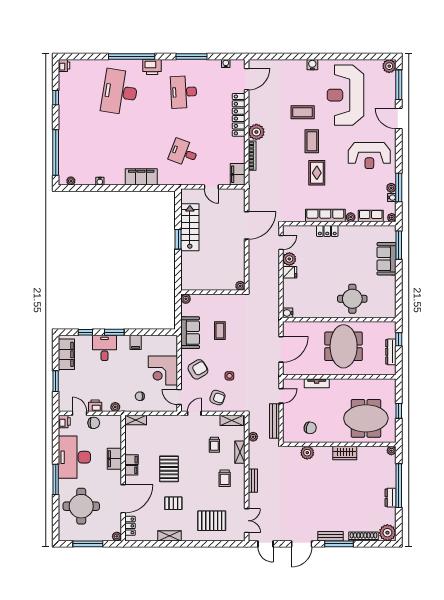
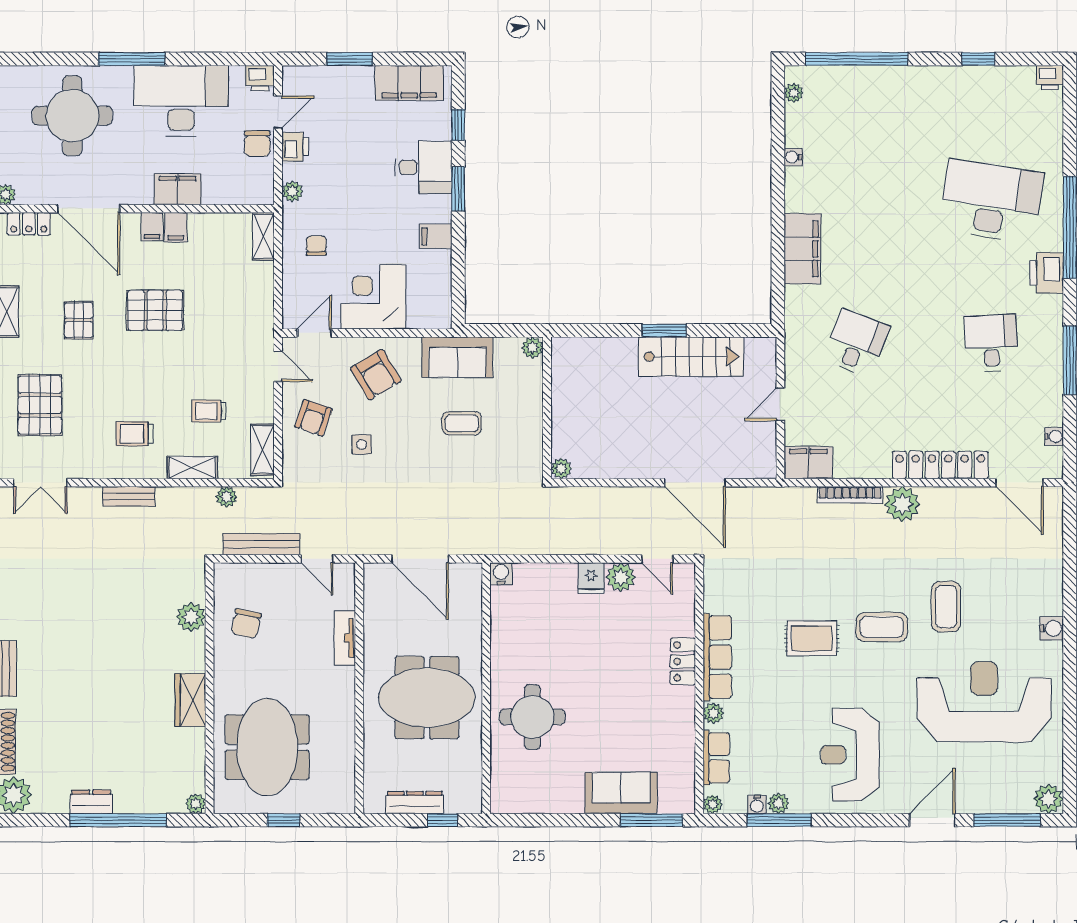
desk: (184, 92) -> (991, 343), width x0.73

